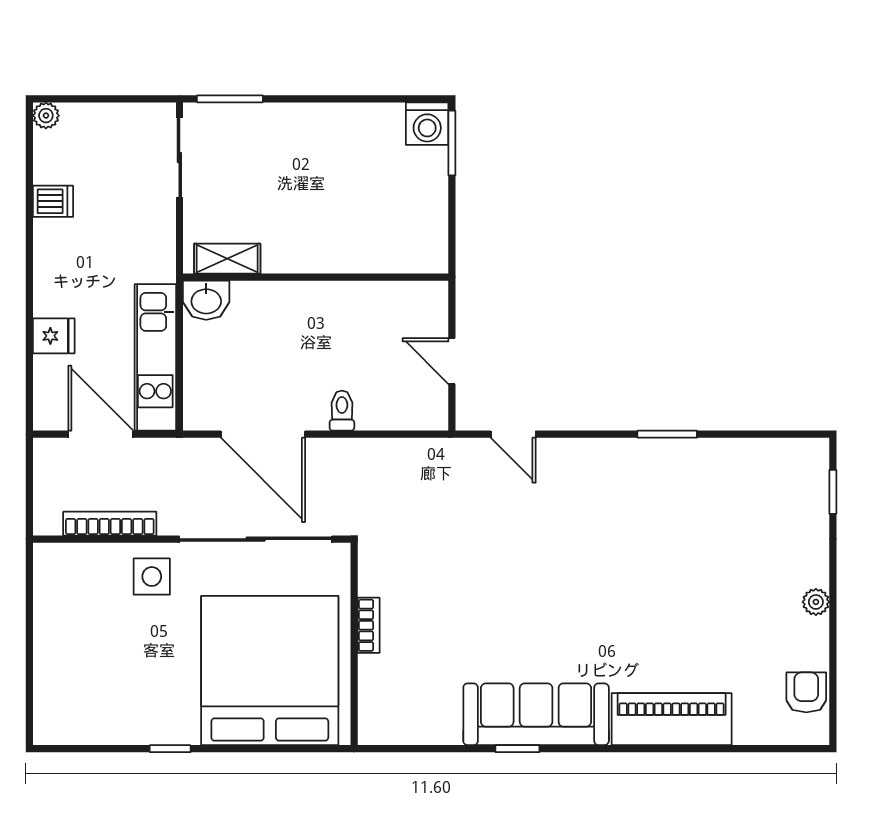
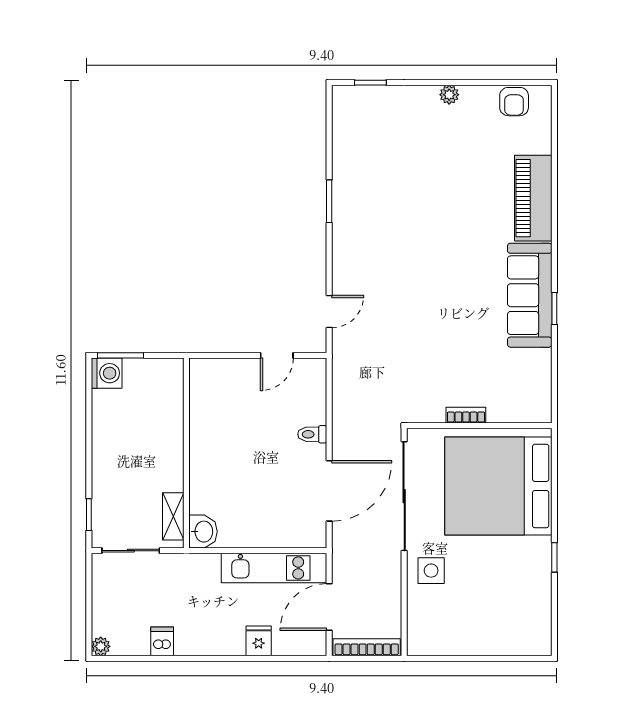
window: (230, 99) -> (89, 515), width x0.67
shelving: (227, 259) -> (173, 516), moved
wall: (316, 277) -> (186, 453), moved
washbasin: (206, 300) -> (203, 532), moved
bookcase: (110, 524) -> (367, 647), moved, turned 90
armchair: (806, 692) -> (514, 102), turned -90

